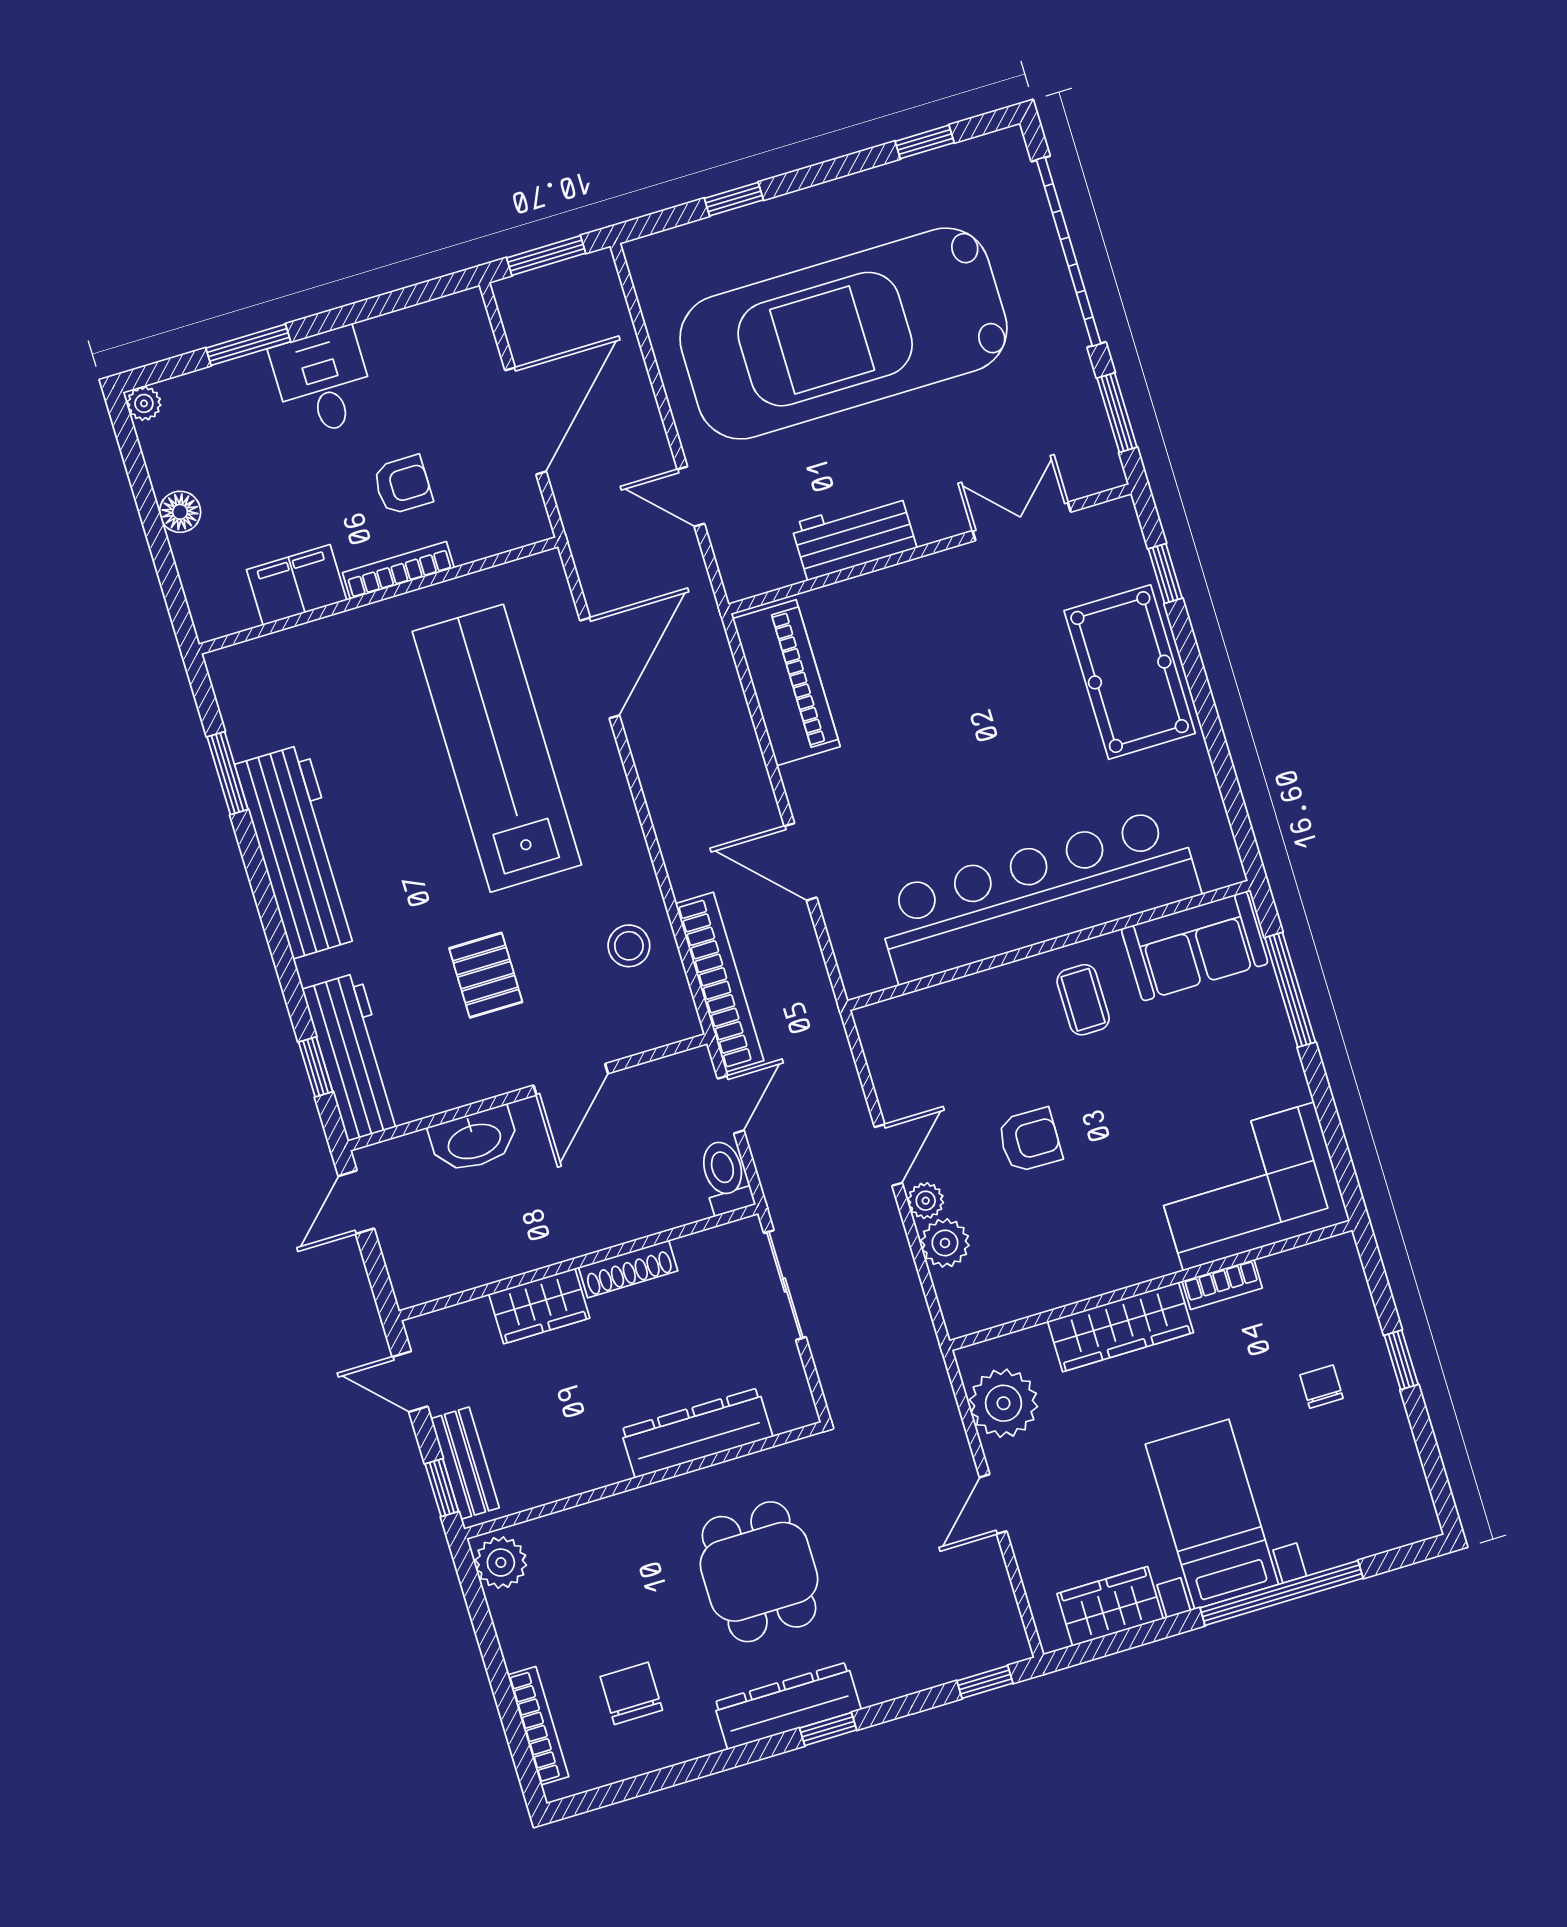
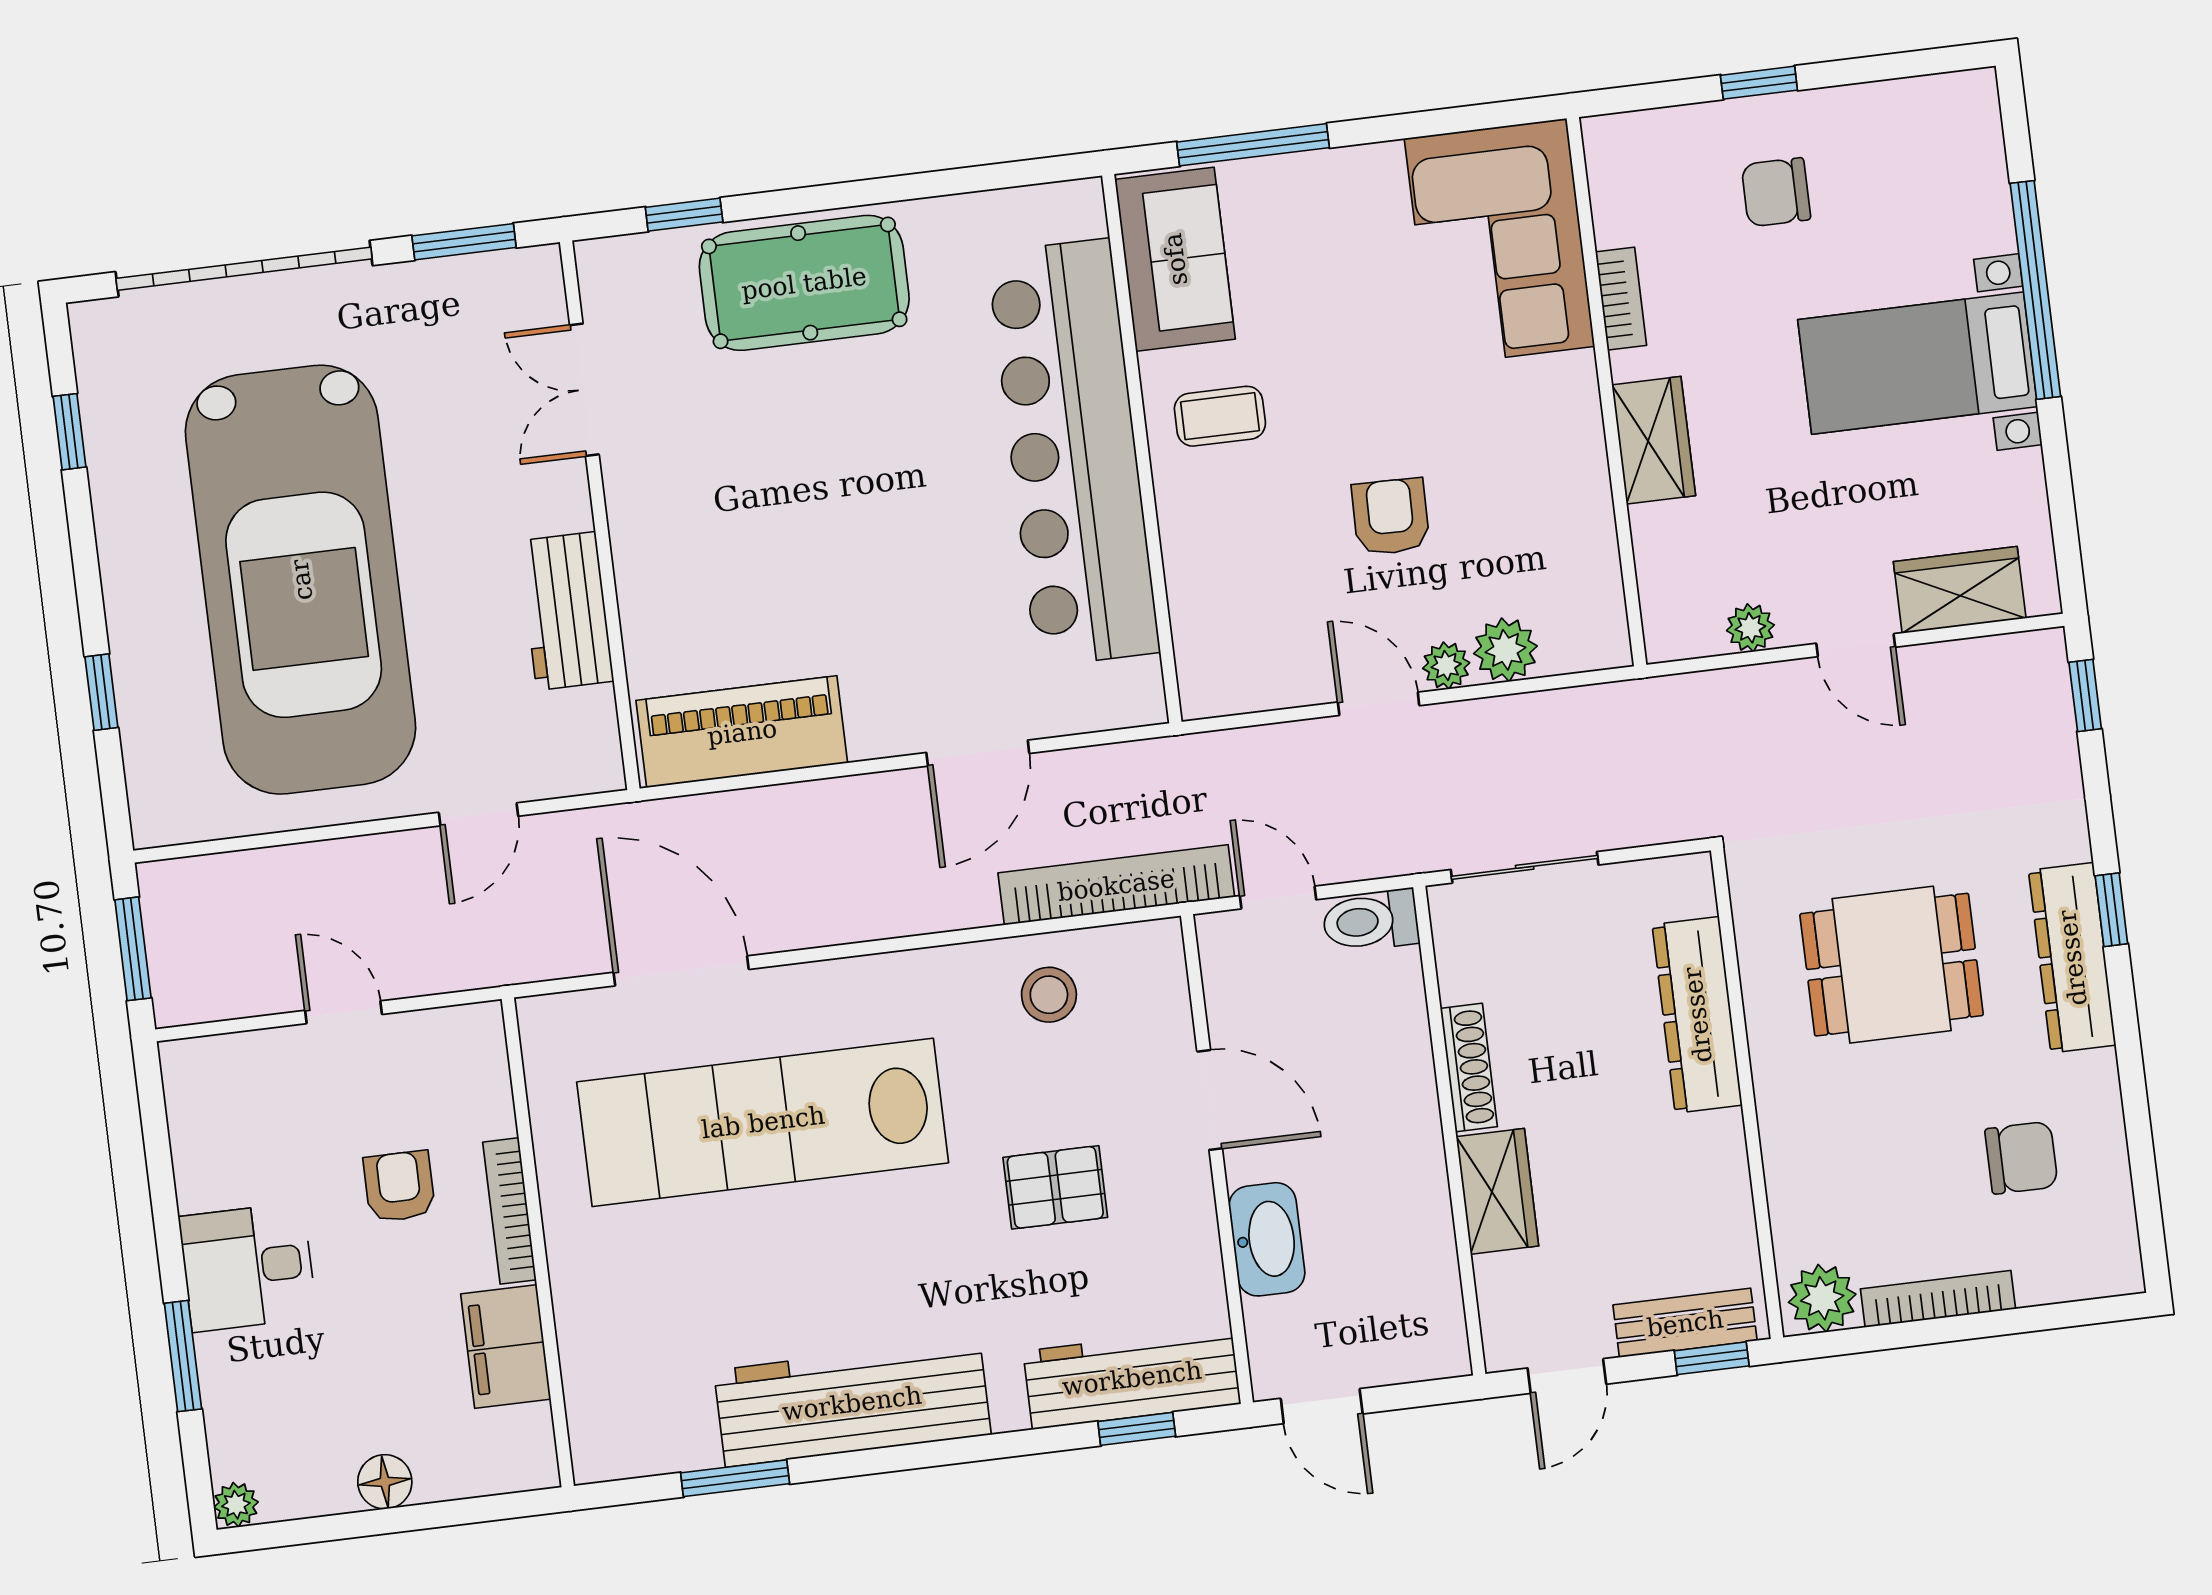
door: (526, 421) -> (343, 1012), width x0.53
wardrobe: (1121, 1327) -> (1654, 440), width x0.67
chair: (1321, 1387) -> (1776, 192), width x1.37, depth x1.37
plant: (1004, 1403) -> (1750, 628), width x0.53, depth x0.53
wardrobe: (1110, 1606) -> (1960, 590), moved, turned 90
chair: (631, 1693) -> (2021, 1158), turned 180
bookcase: (538, 1726) -> (1938, 1299), moved

